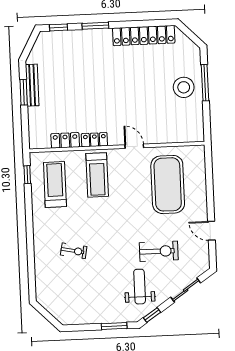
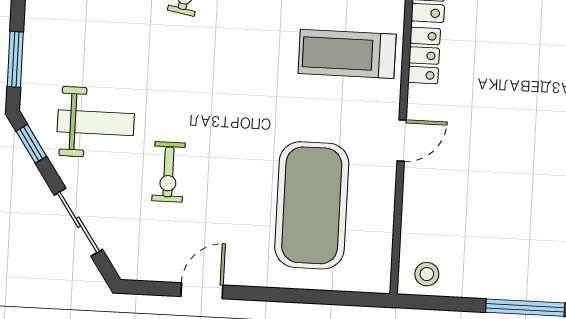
stool: (184, 87) -> (427, 274), moved, width x0.53, depth x0.53
exercise mat: (168, 184) -> (312, 205), turned 90
exercise bike: (159, 251) -> (168, 172), width x0.73, depth x0.72

